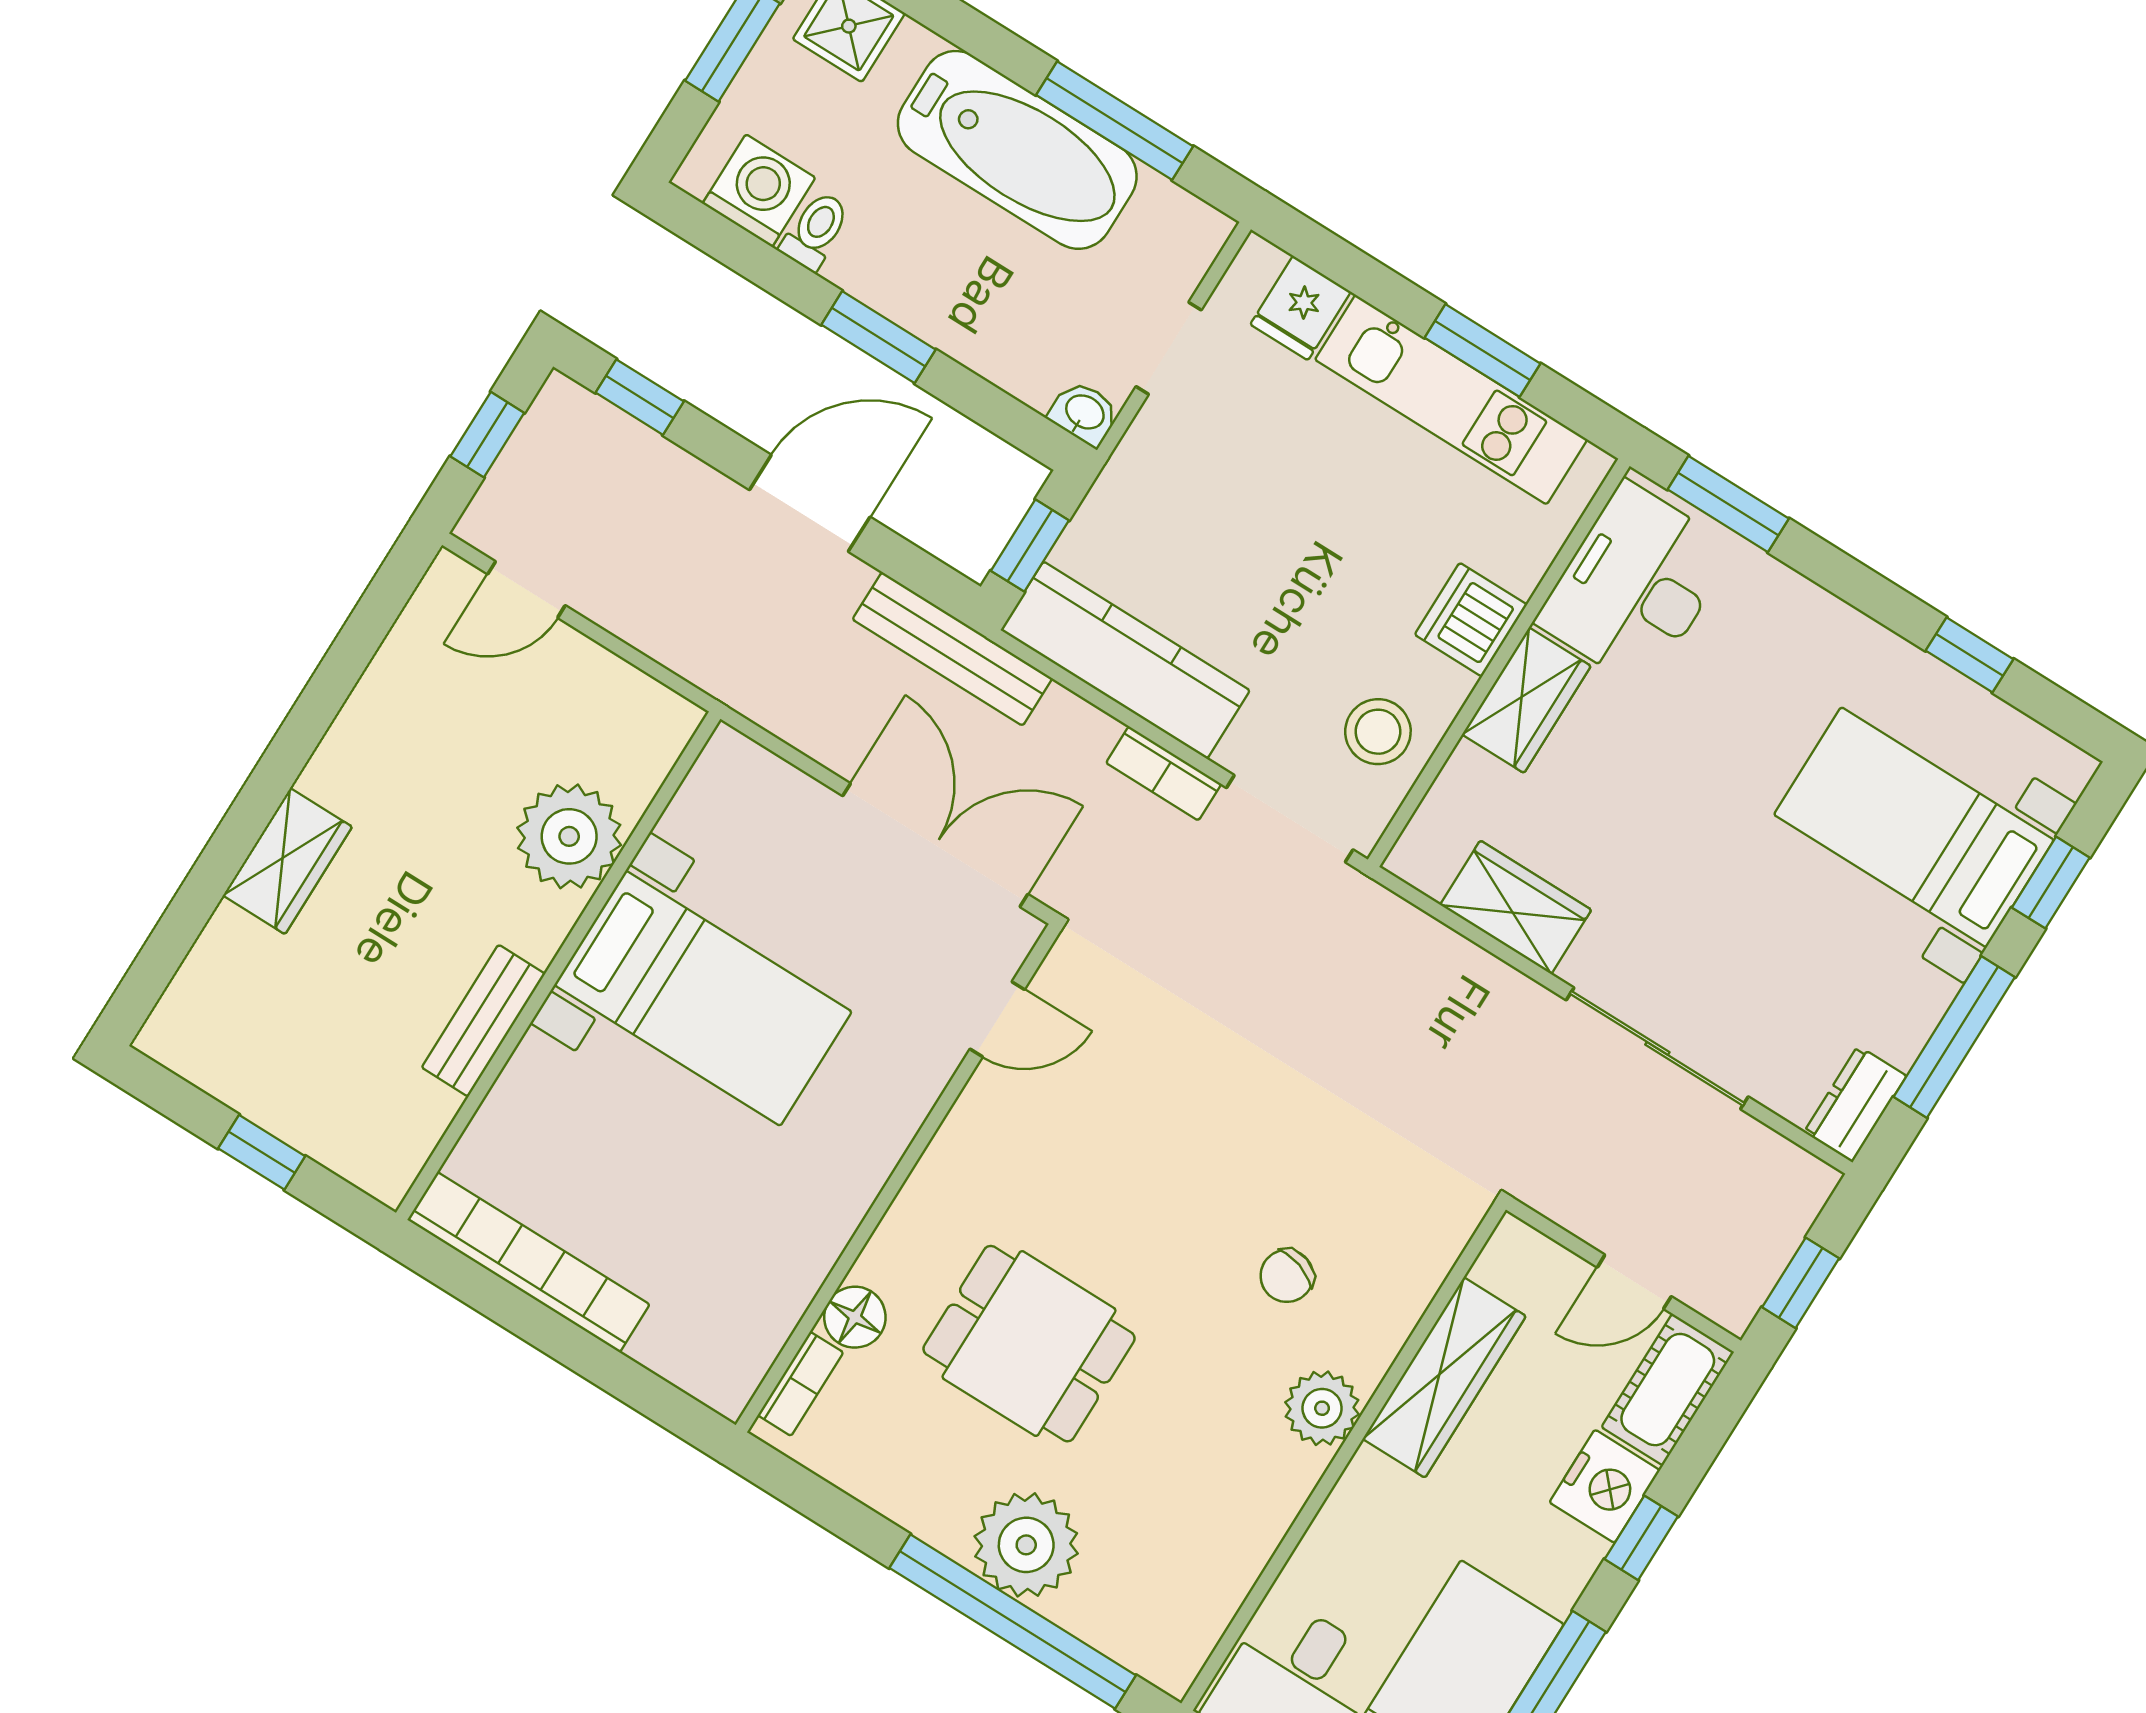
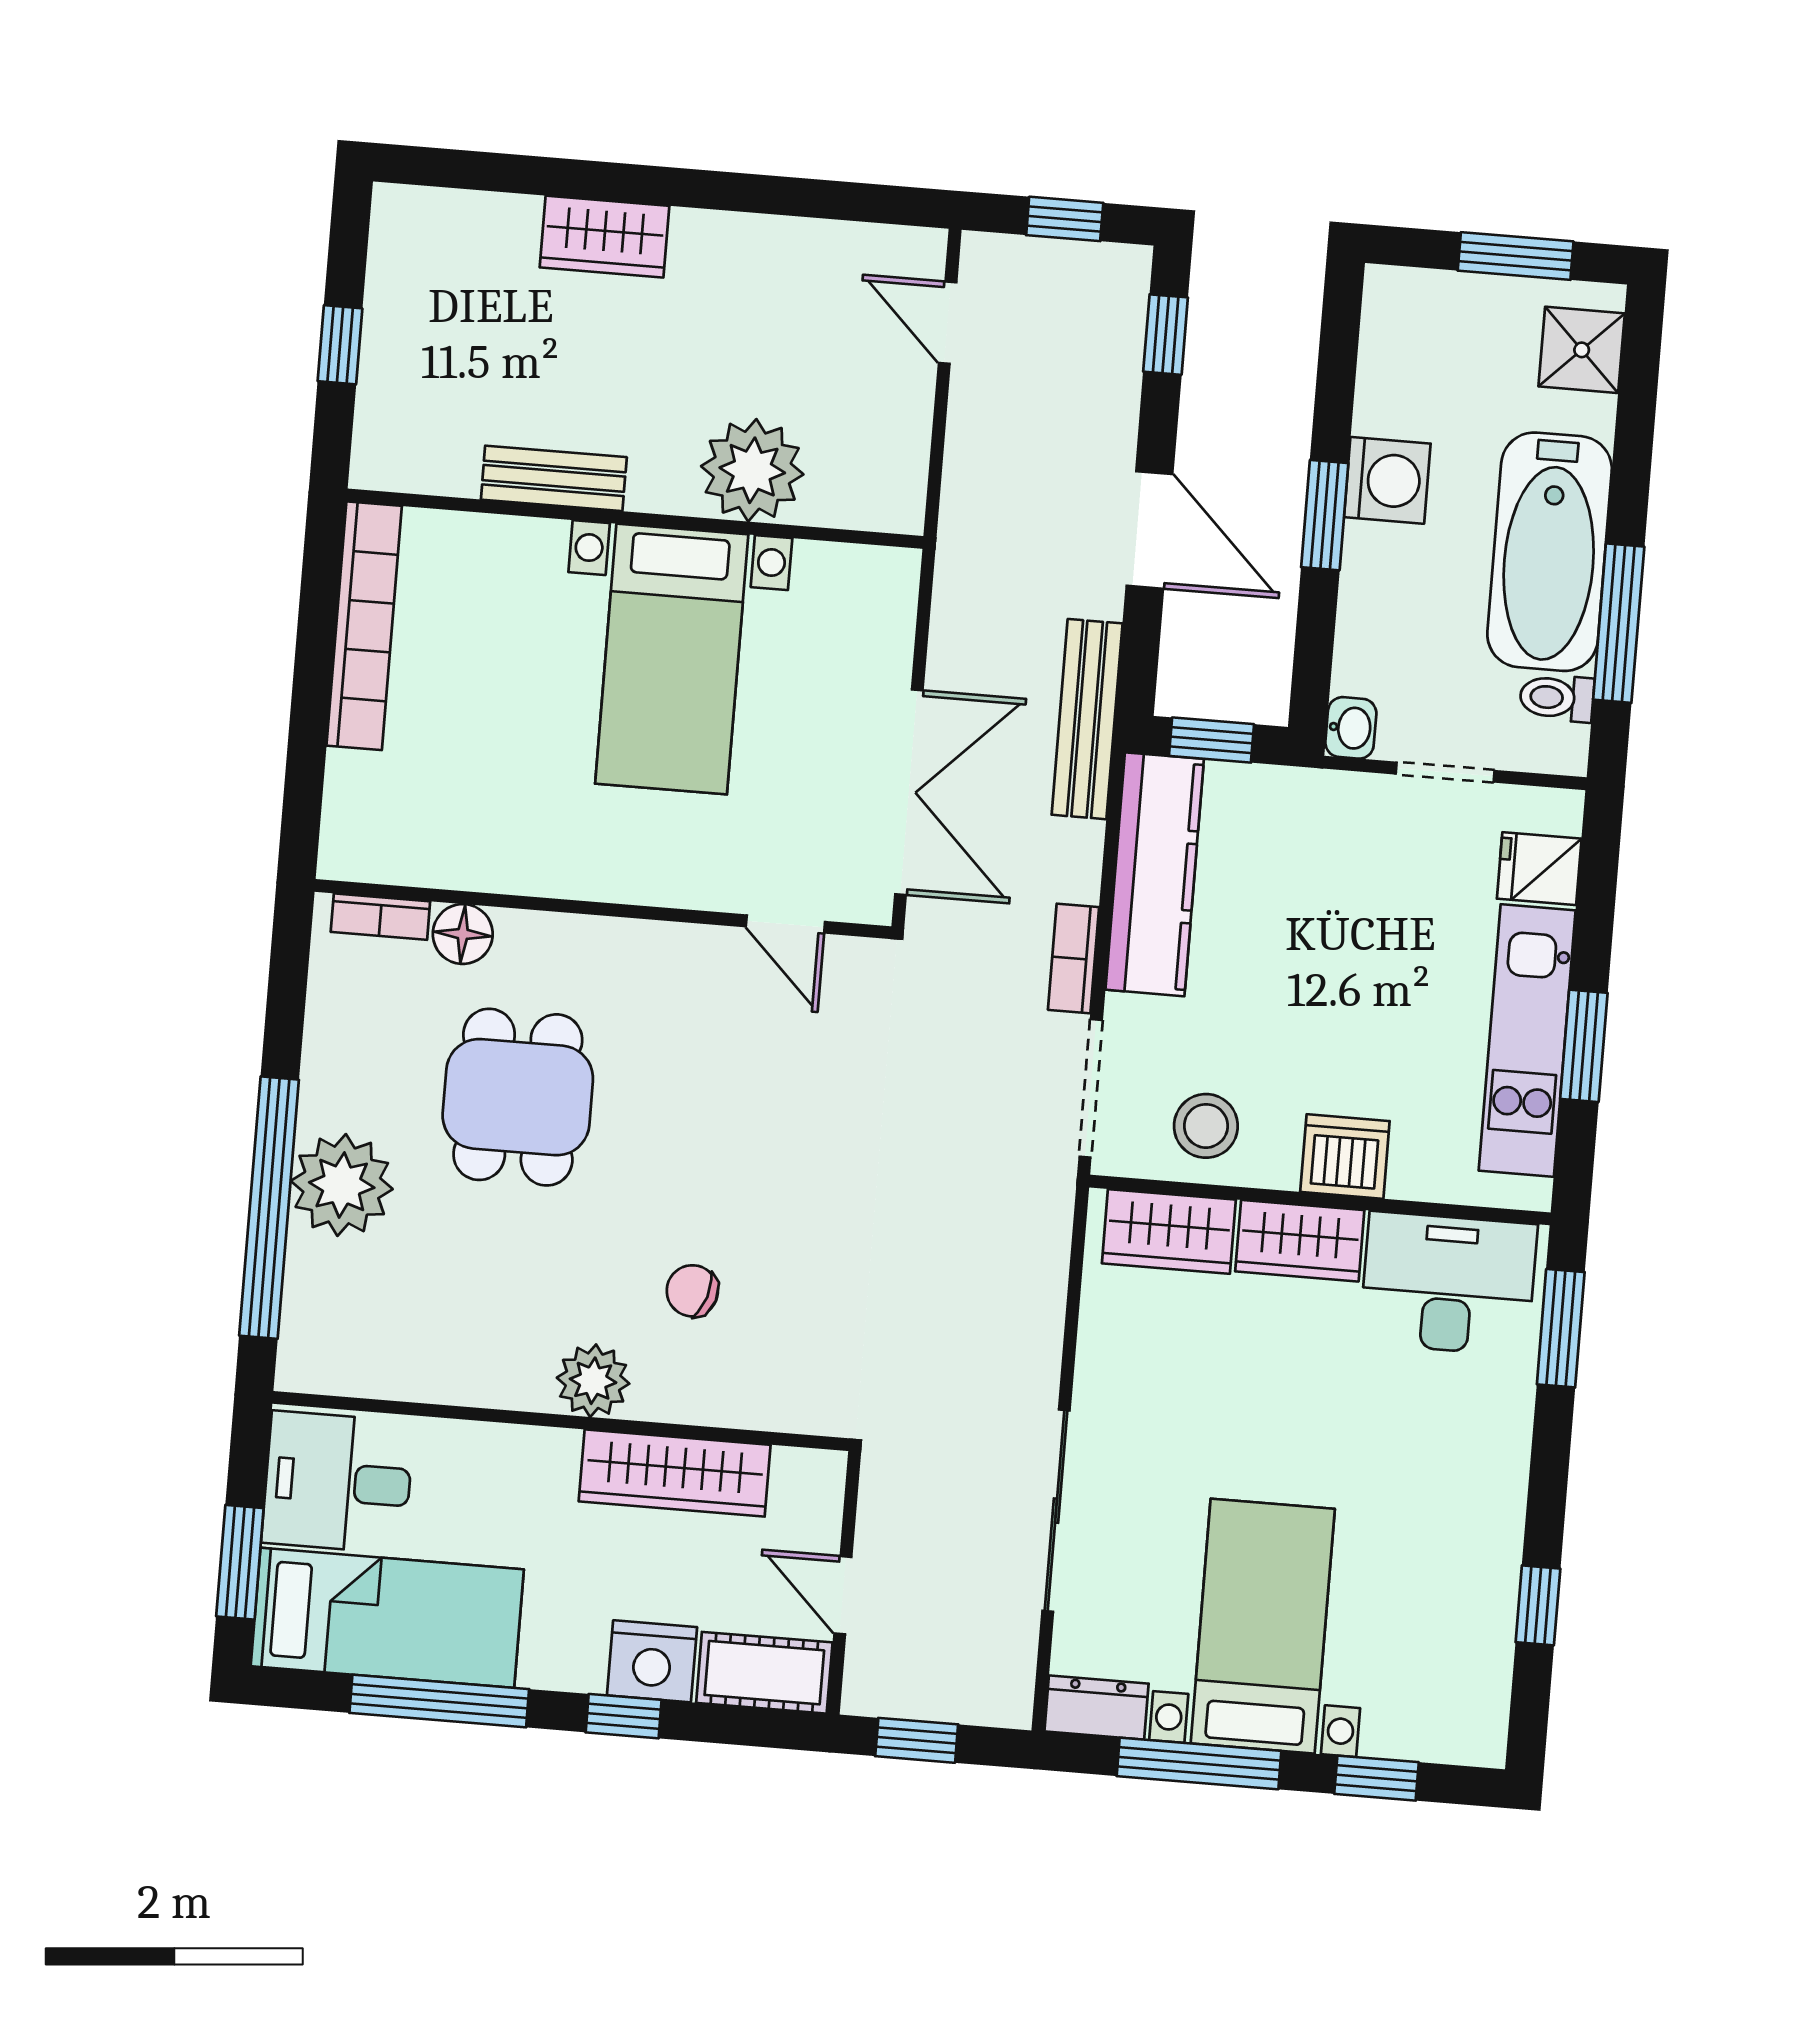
washing machine: (759, 191) -> (1387, 480), moved
toilet: (815, 231) -> (1557, 698), moved, turned 180
bed with nightstands: (1914, 827) -> (1263, 1626), moved
wardrobe: (1516, 907) -> (1169, 1231), moved, turned 90

